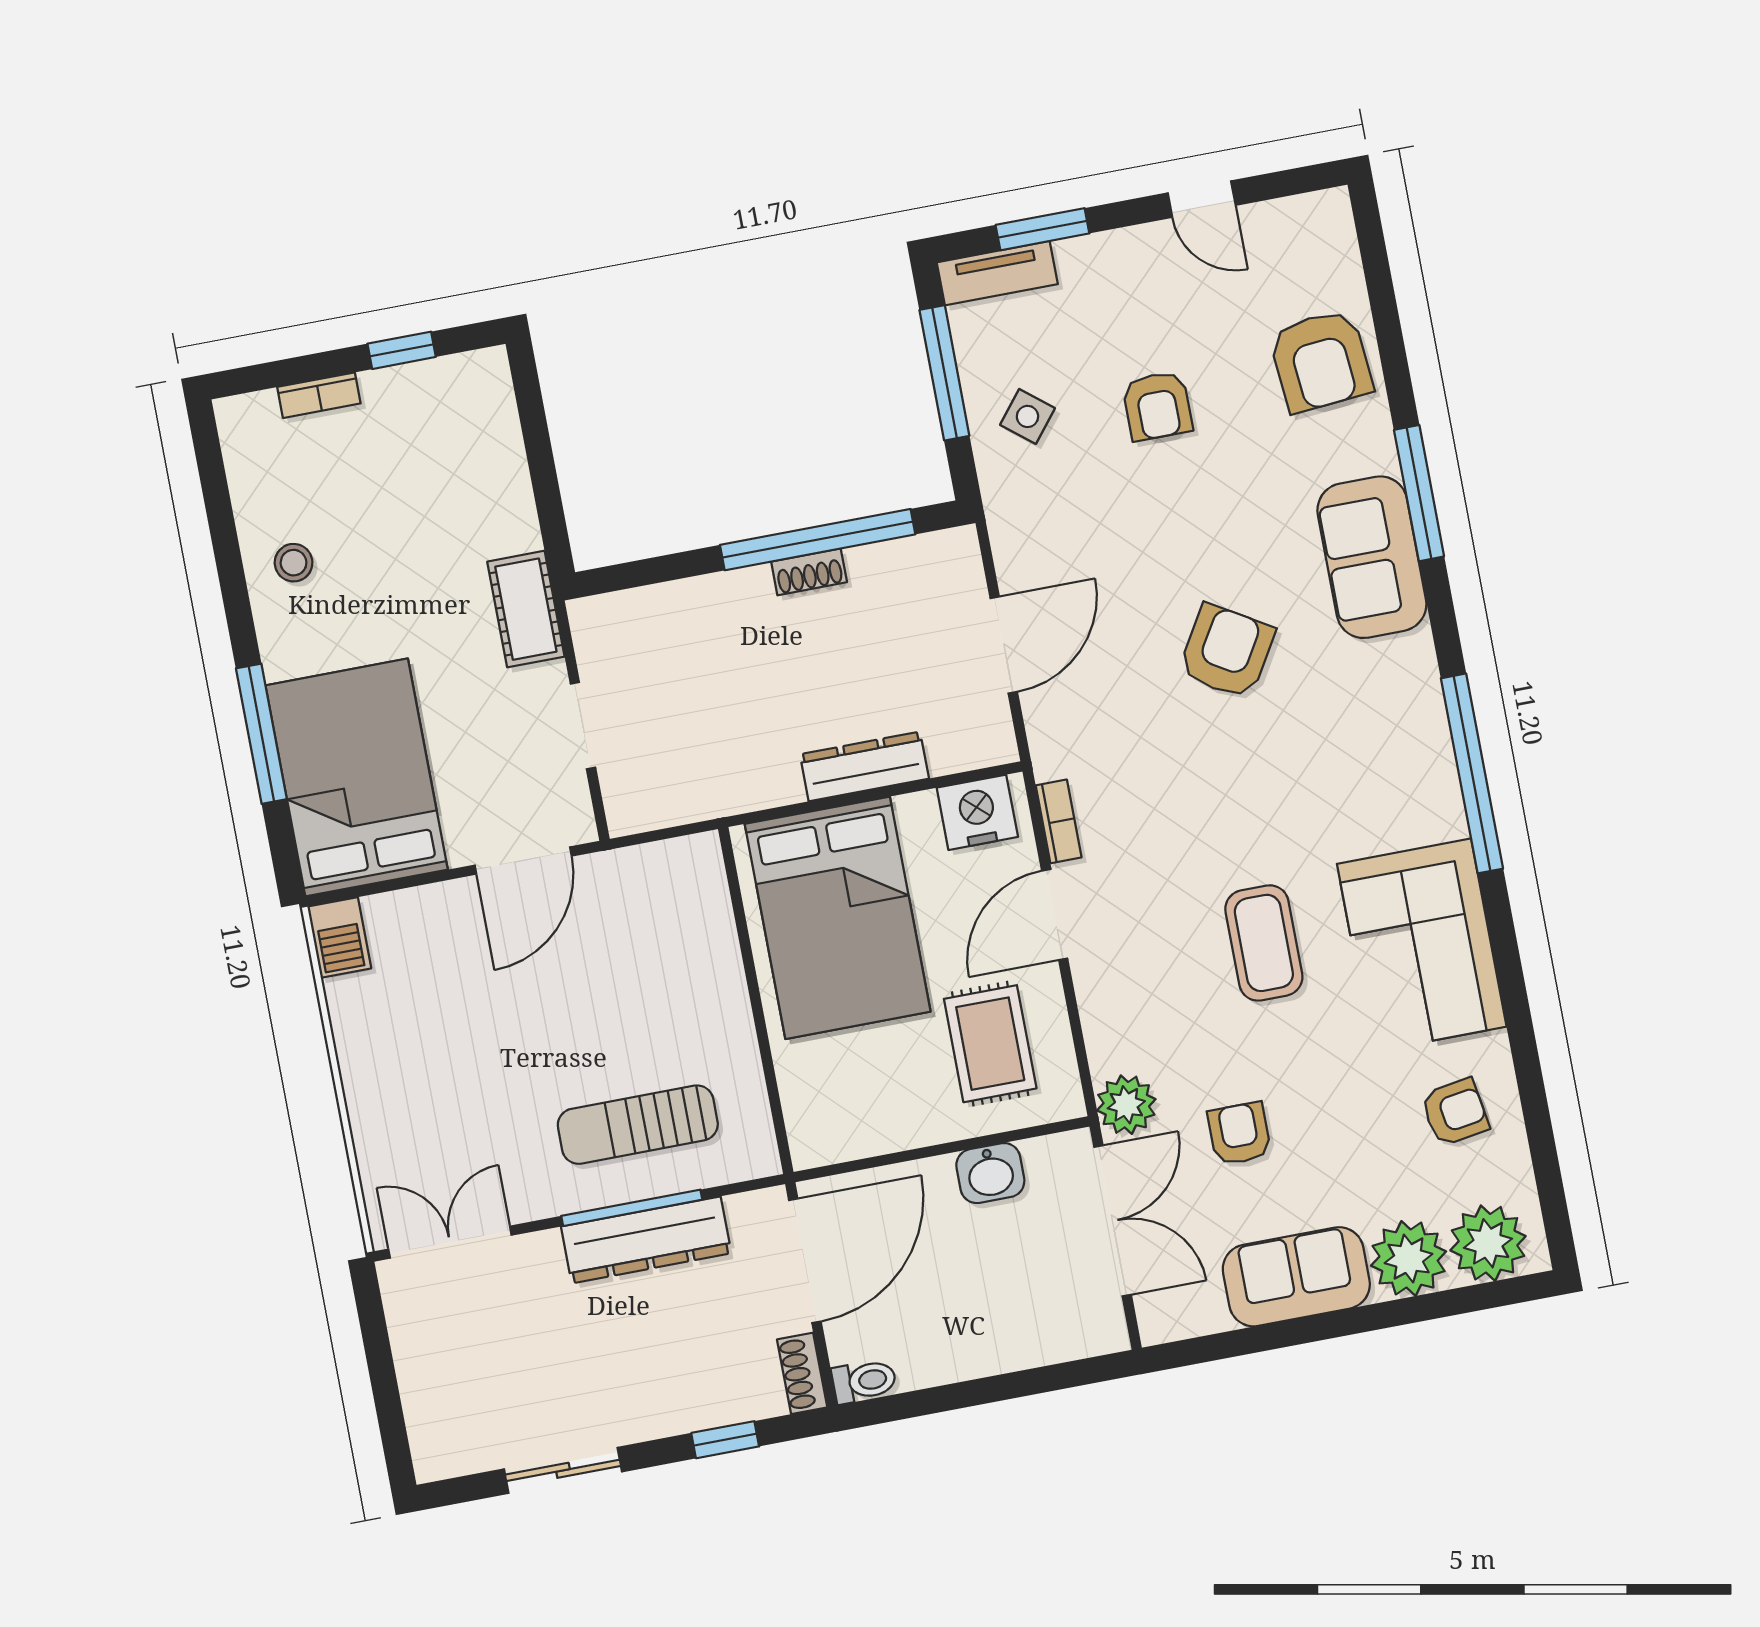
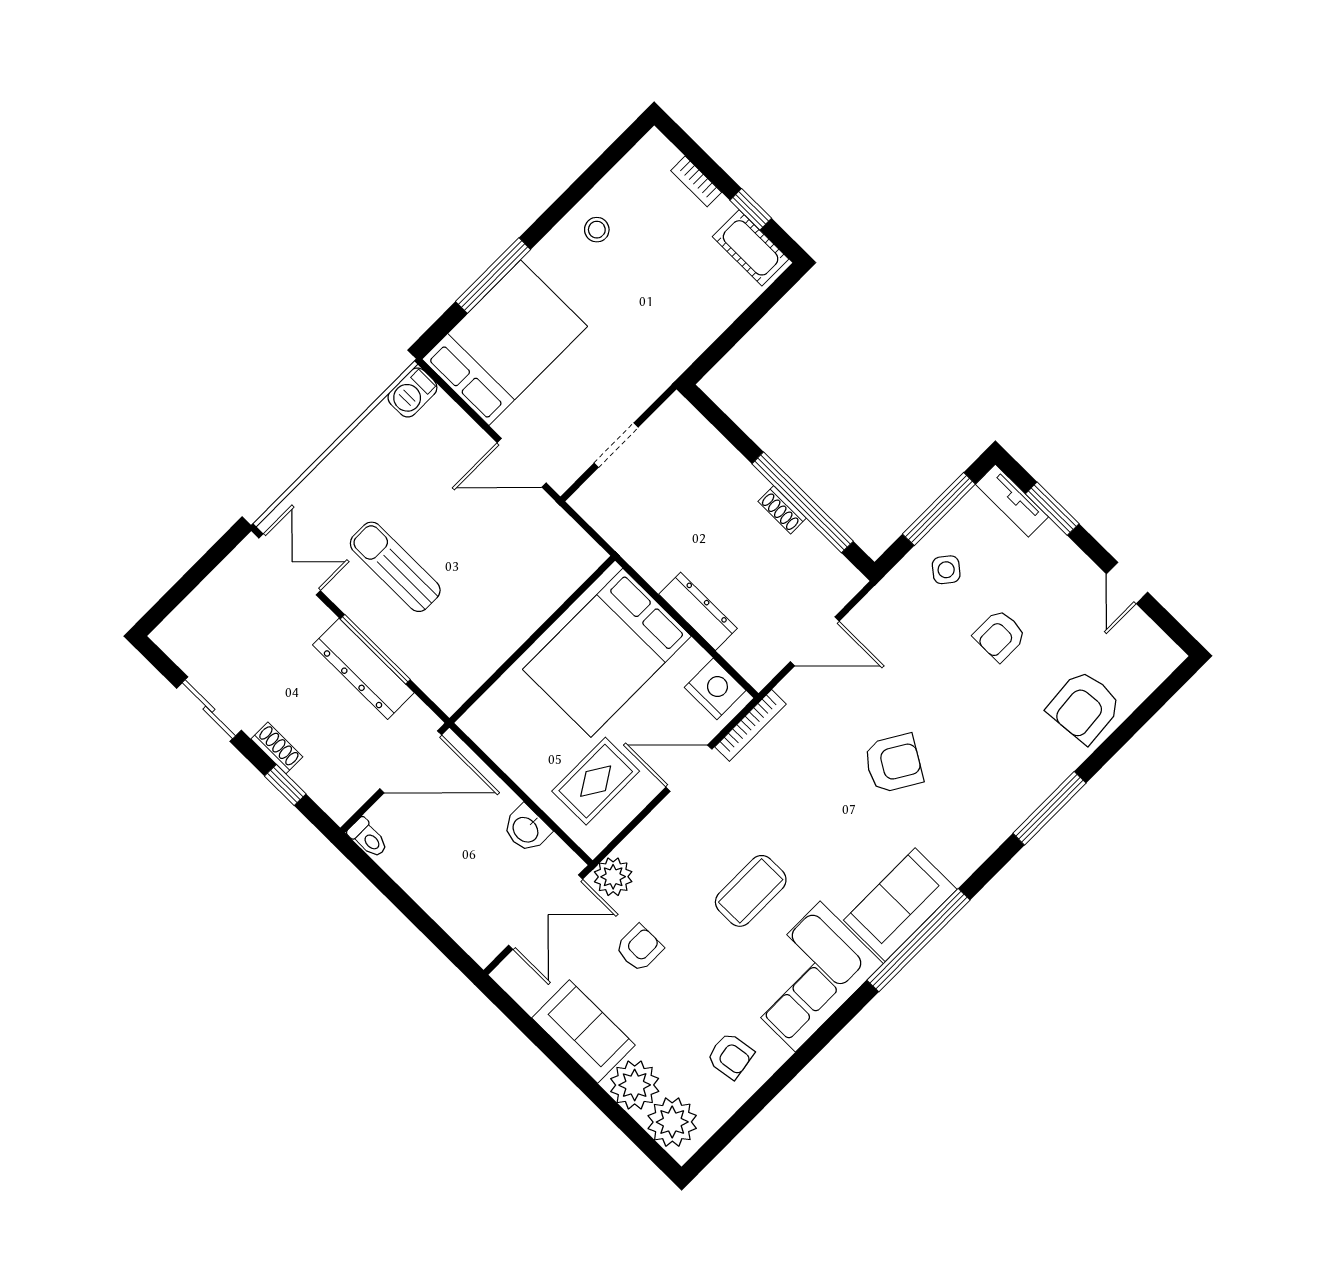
sofa: (1372, 557) -> (900, 905), moved
cot: (526, 609) -> (751, 248), moved, turned 90
bookcase: (1059, 821) -> (750, 725), width x1.56
sun lounger: (638, 1125) -> (395, 567), moved
shoe rack: (802, 1373) -> (277, 748), moved, turned 90

